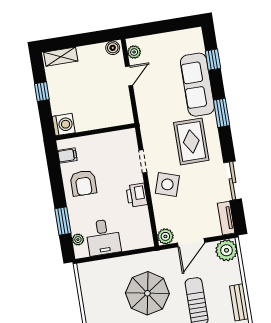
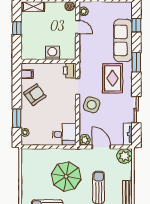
door: (129, 76) -> (78, 27), hinge flipped
washing machine: (64, 125) -> (52, 53), moved, turned -90
armchair: (83, 183) -> (35, 95), turned -126
printer: (137, 195) -> (70, 70), moved
desk: (103, 237) -> (64, 134), moved, turned -90
door: (191, 243) -> (101, 147), swing flipped

